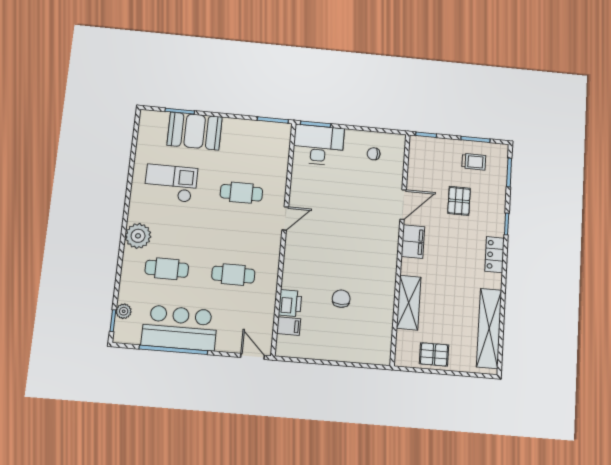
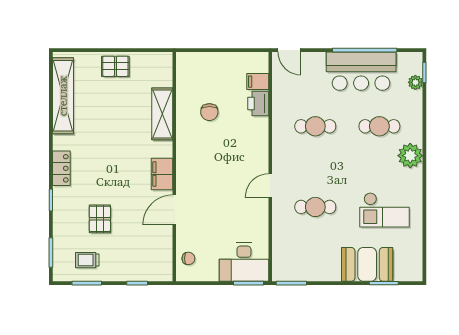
door: (403, 205) -> (174, 210), moved
filing cabinet: (413, 242) -> (162, 174), moved
wall: (400, 248) -> (174, 167), moved
shelving: (409, 303) -> (162, 114), moved

